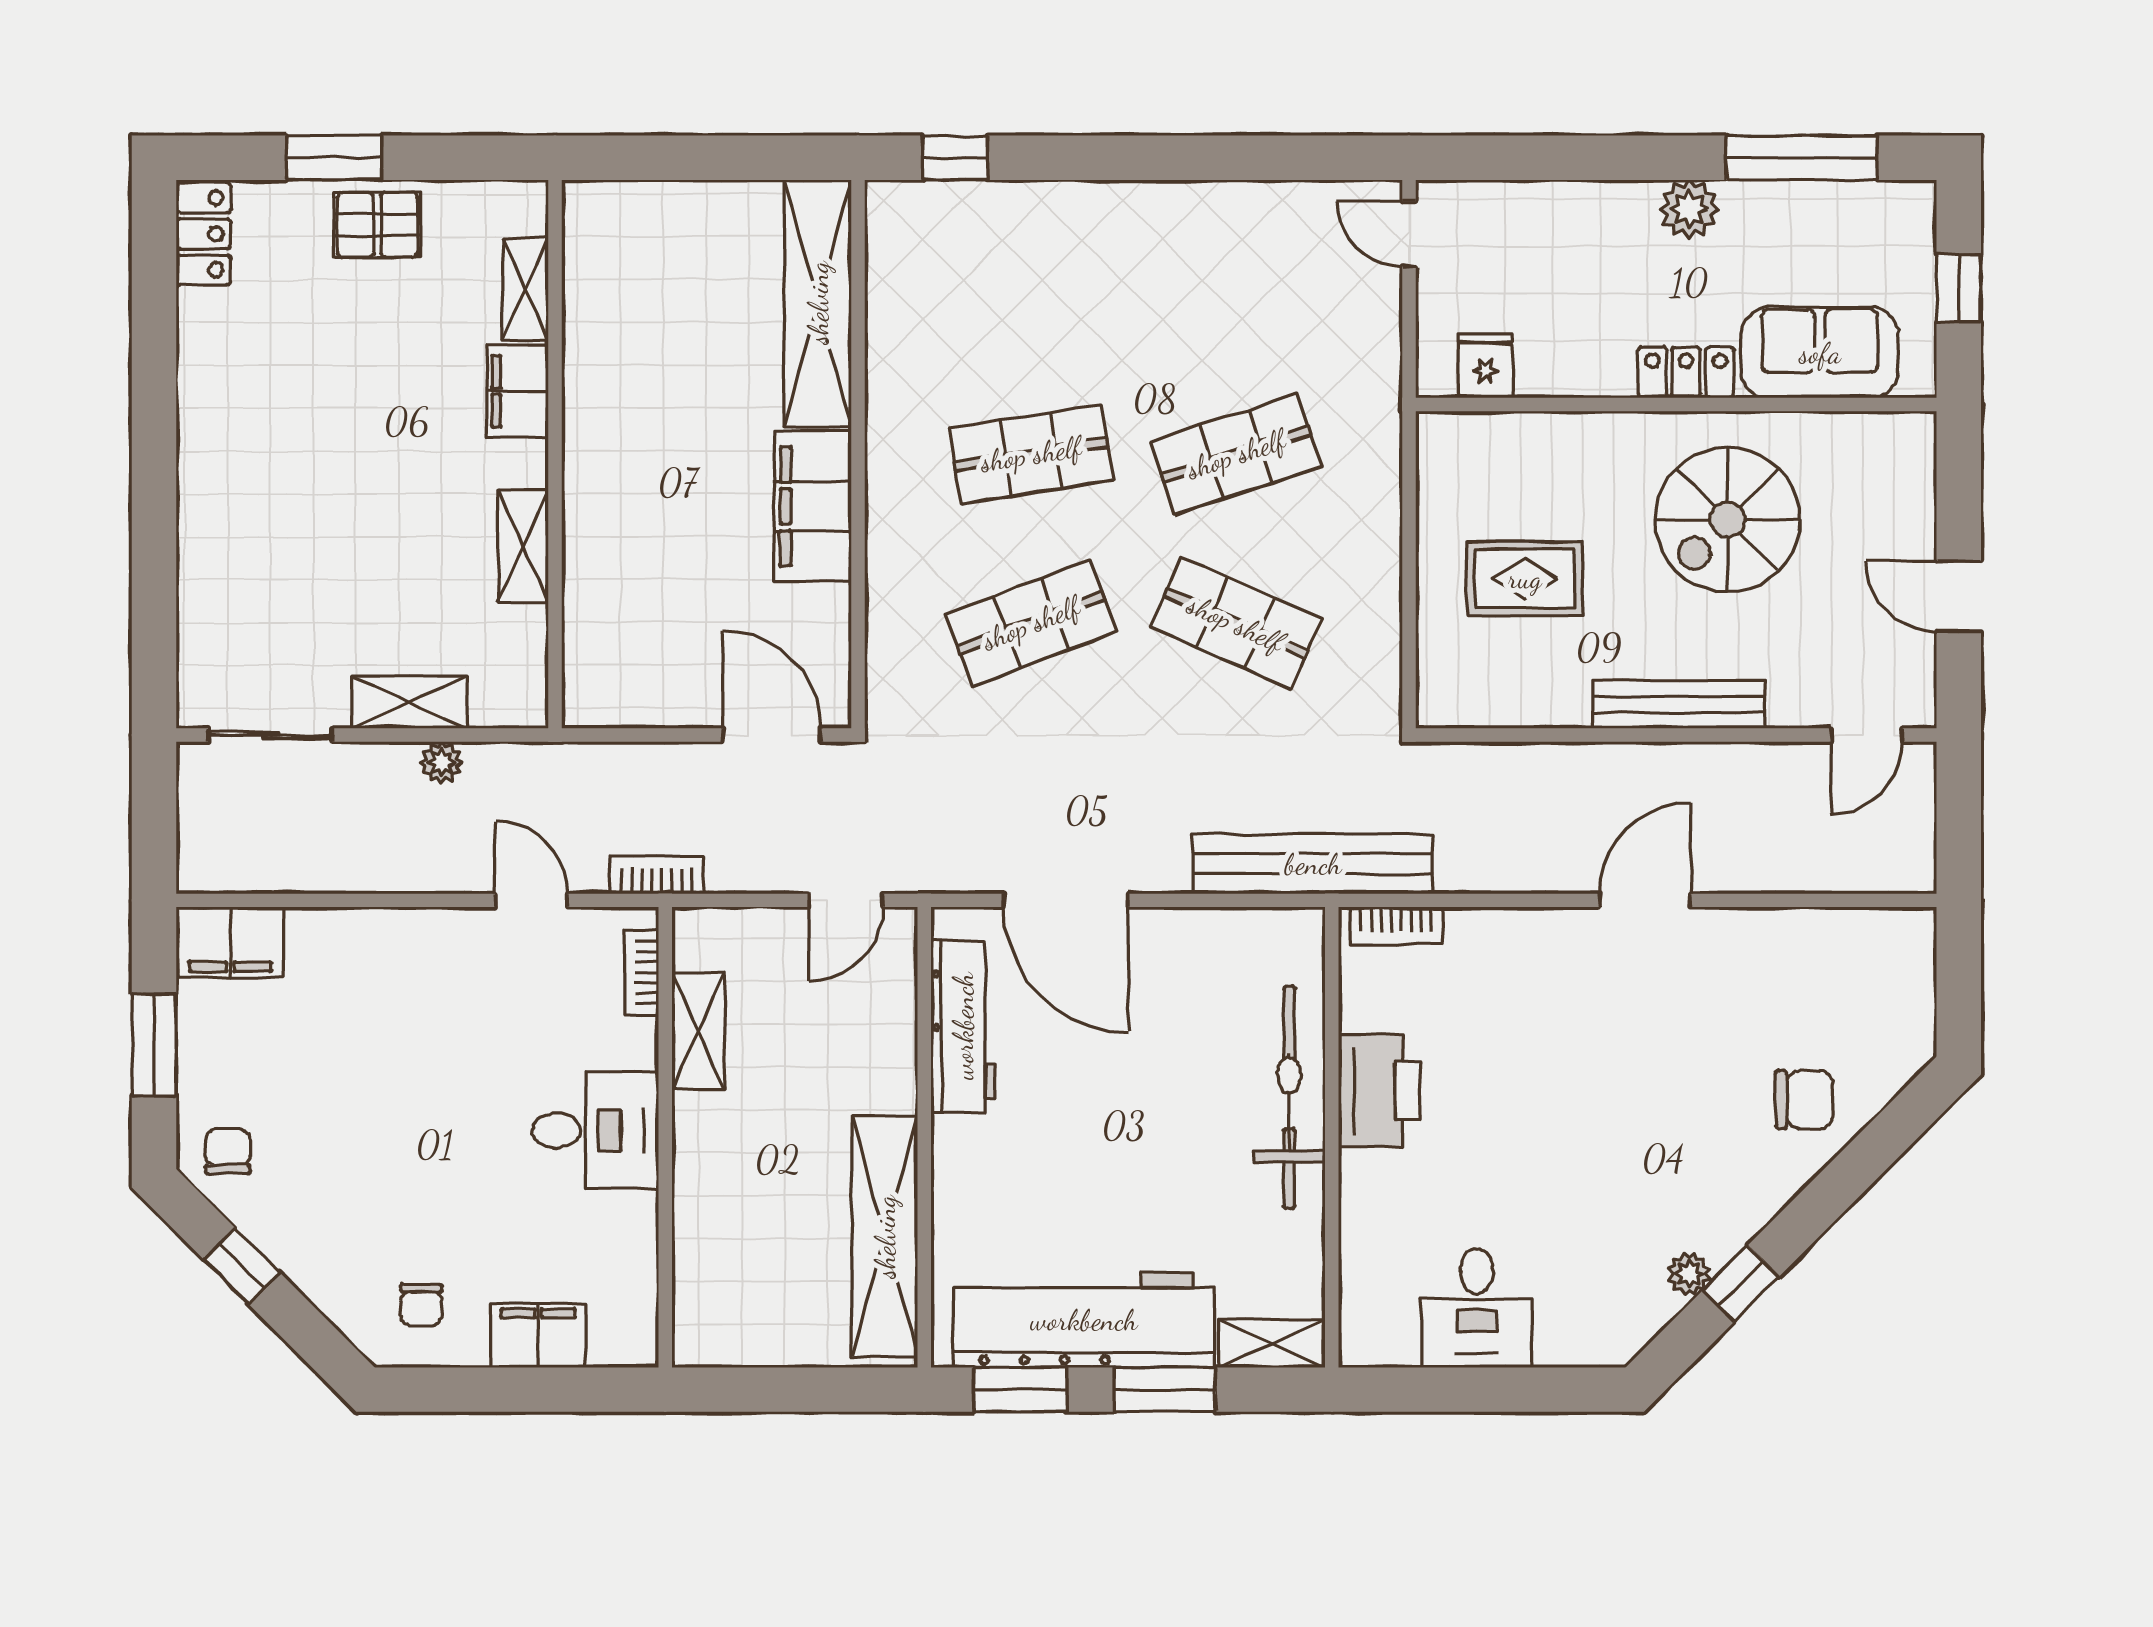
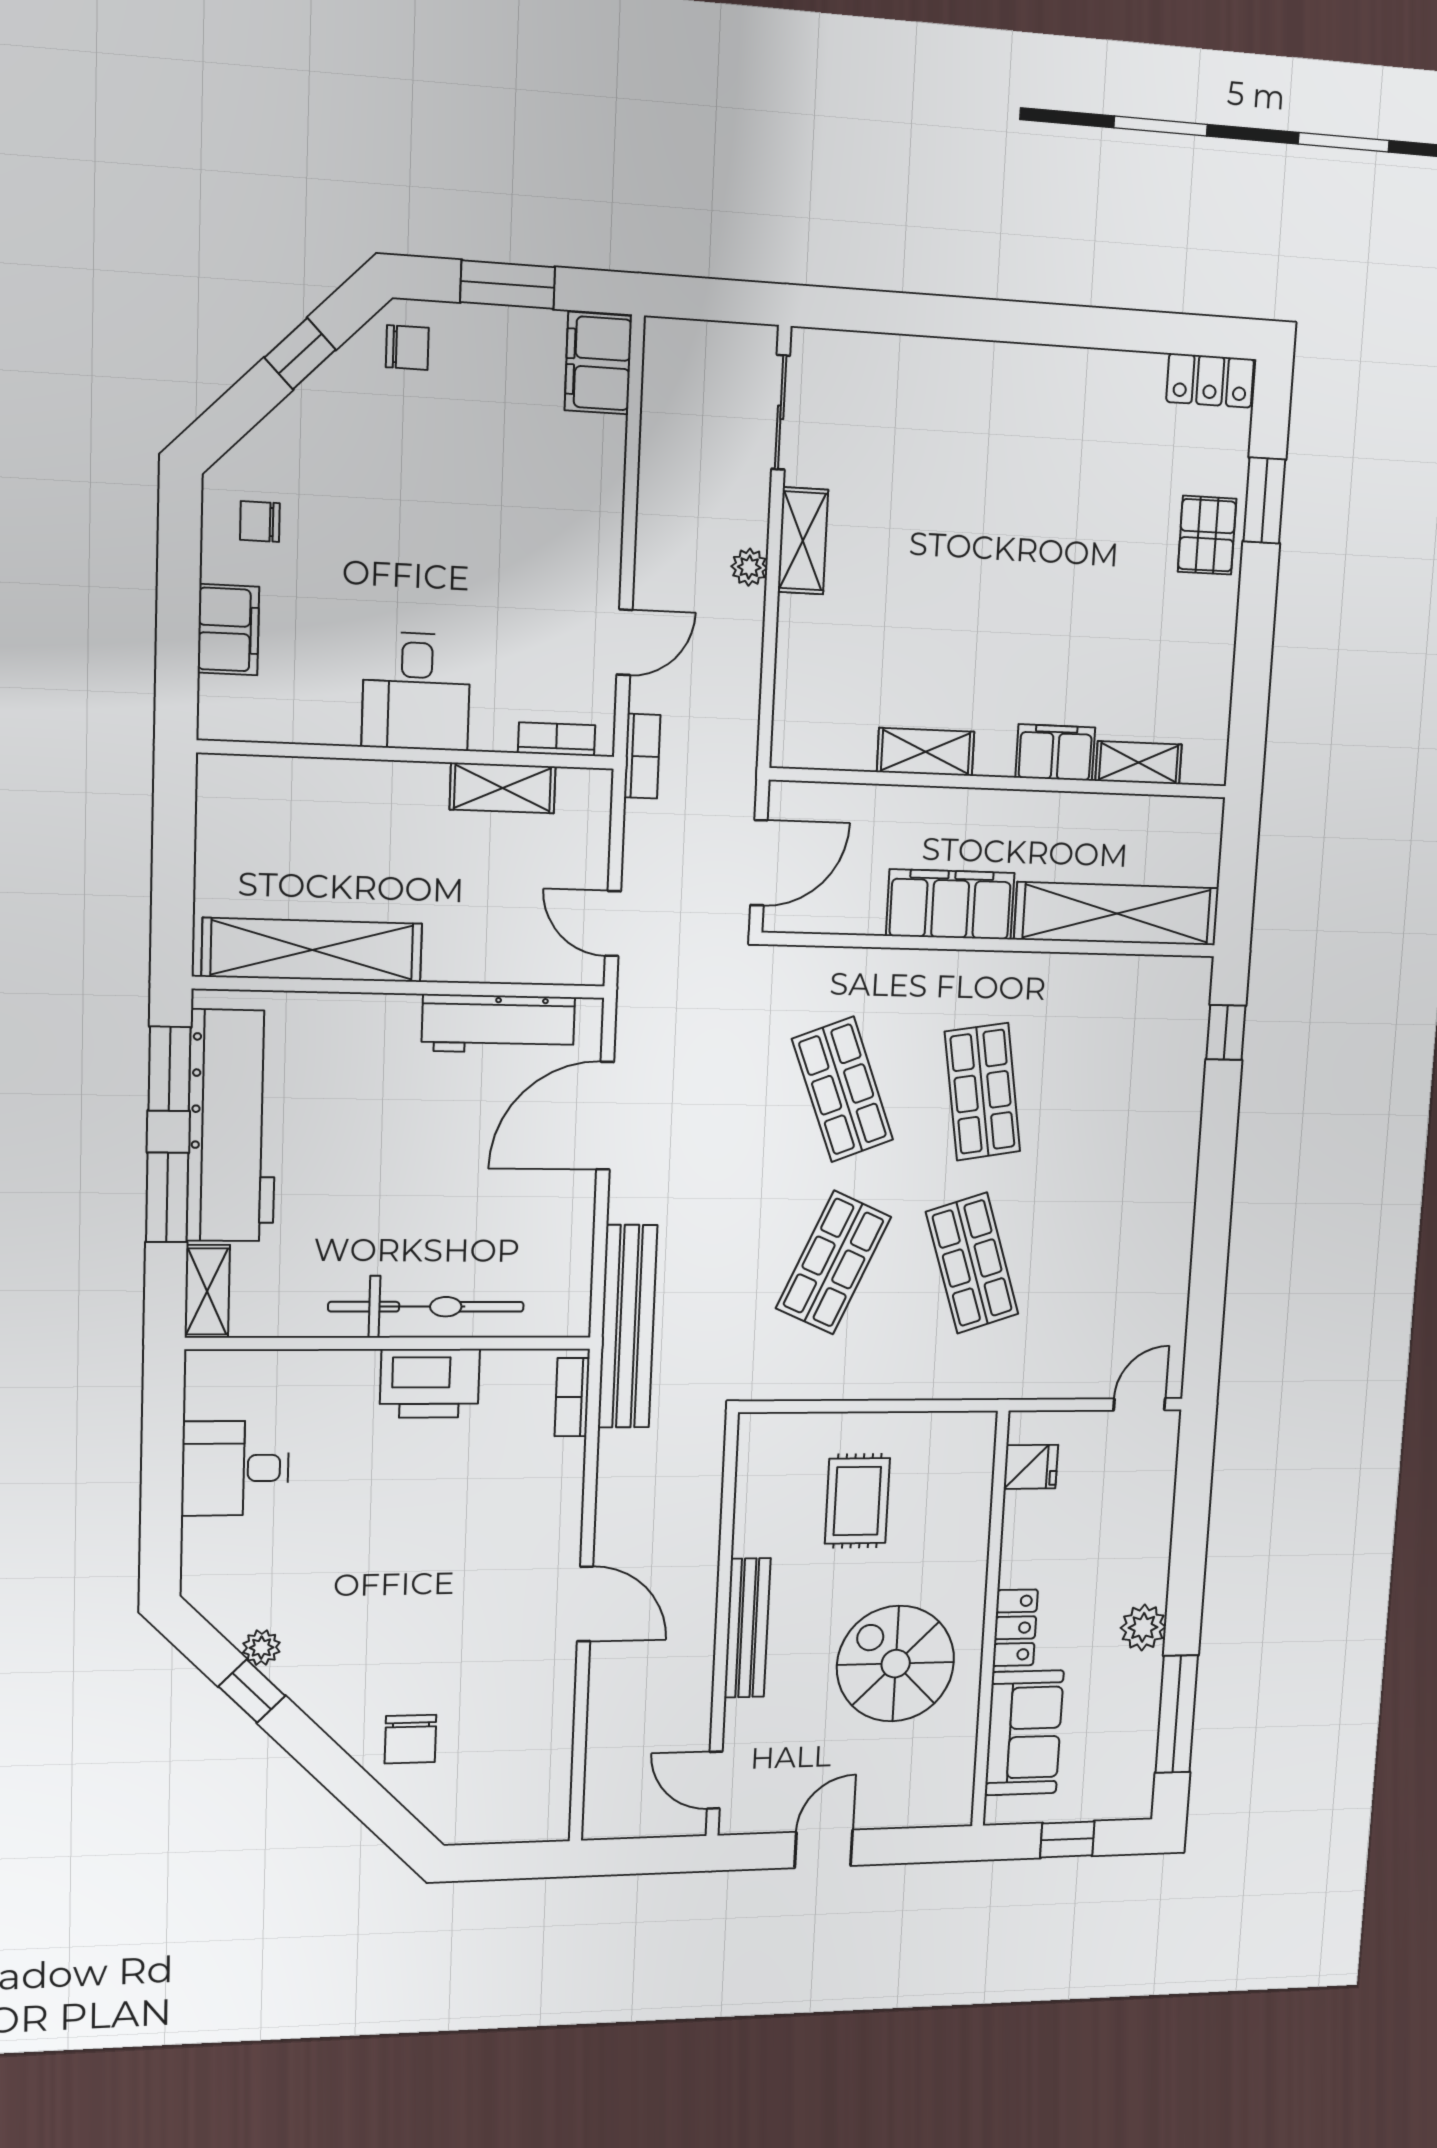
shelving: (525, 289) -> (1139, 763), moved
filing cabinet: (518, 391) -> (1055, 752), moved
wall: (555, 454) -> (1001, 783), moved
shelving: (523, 546) -> (926, 752), moved

